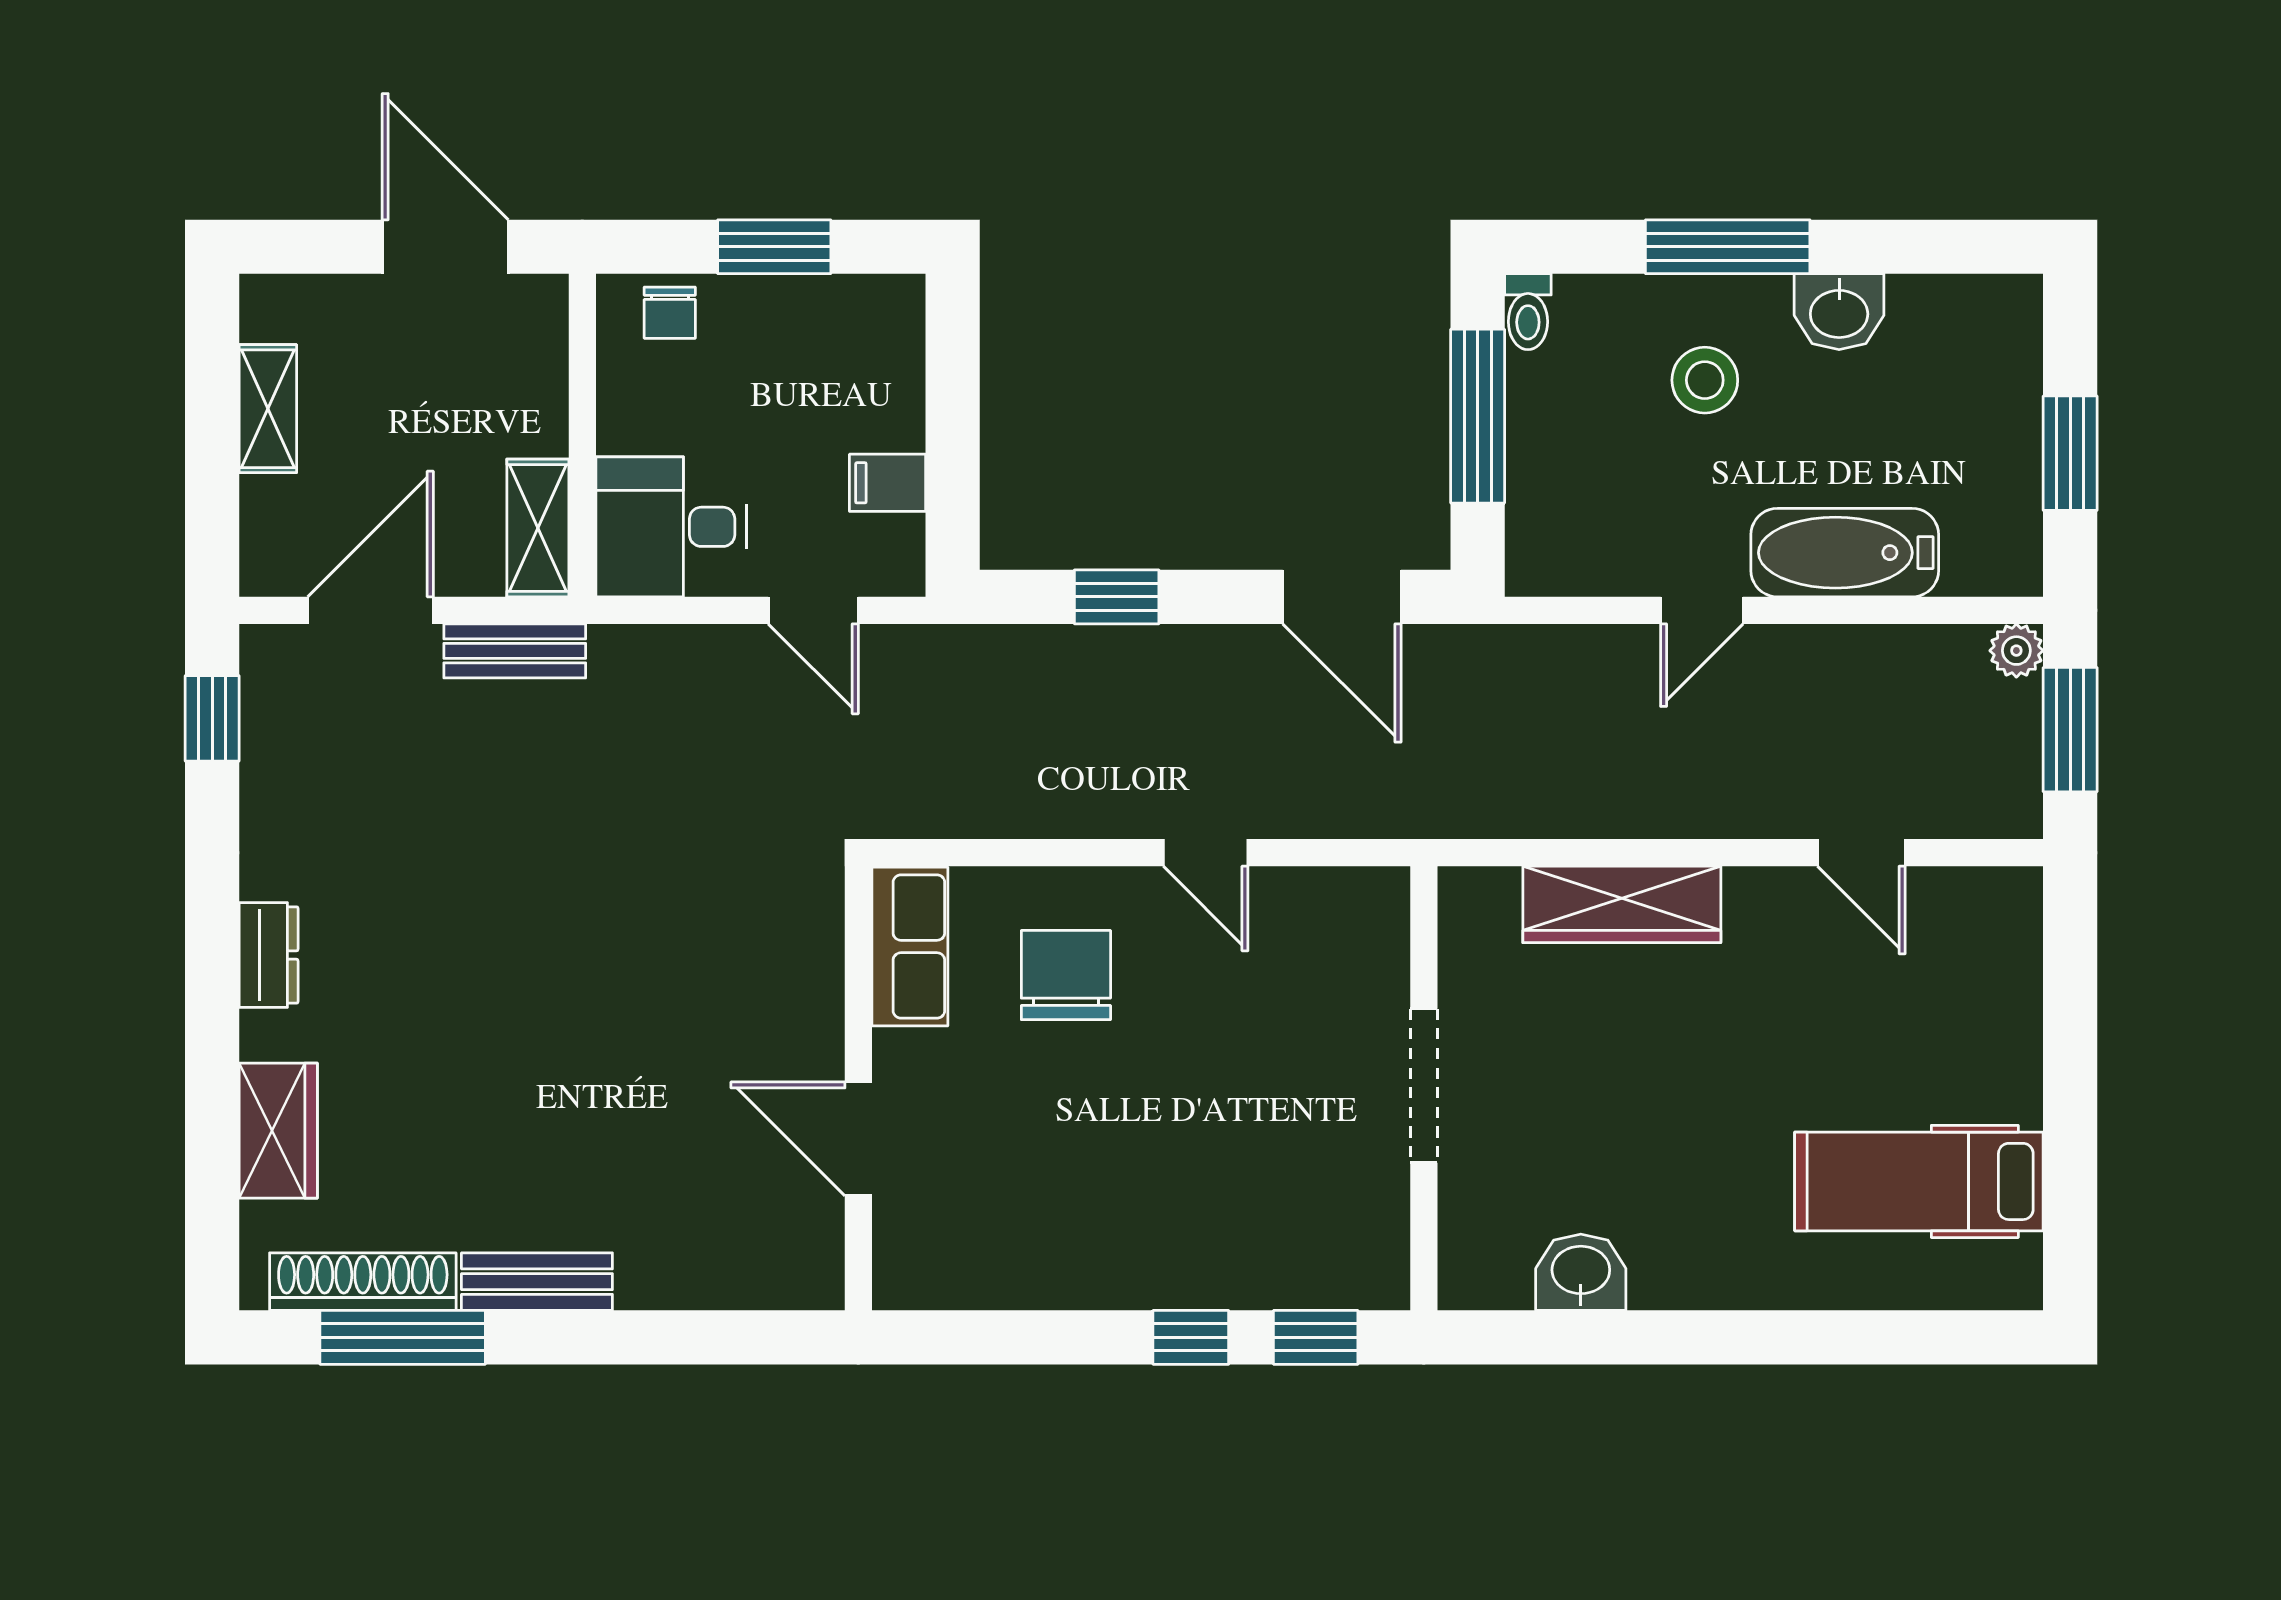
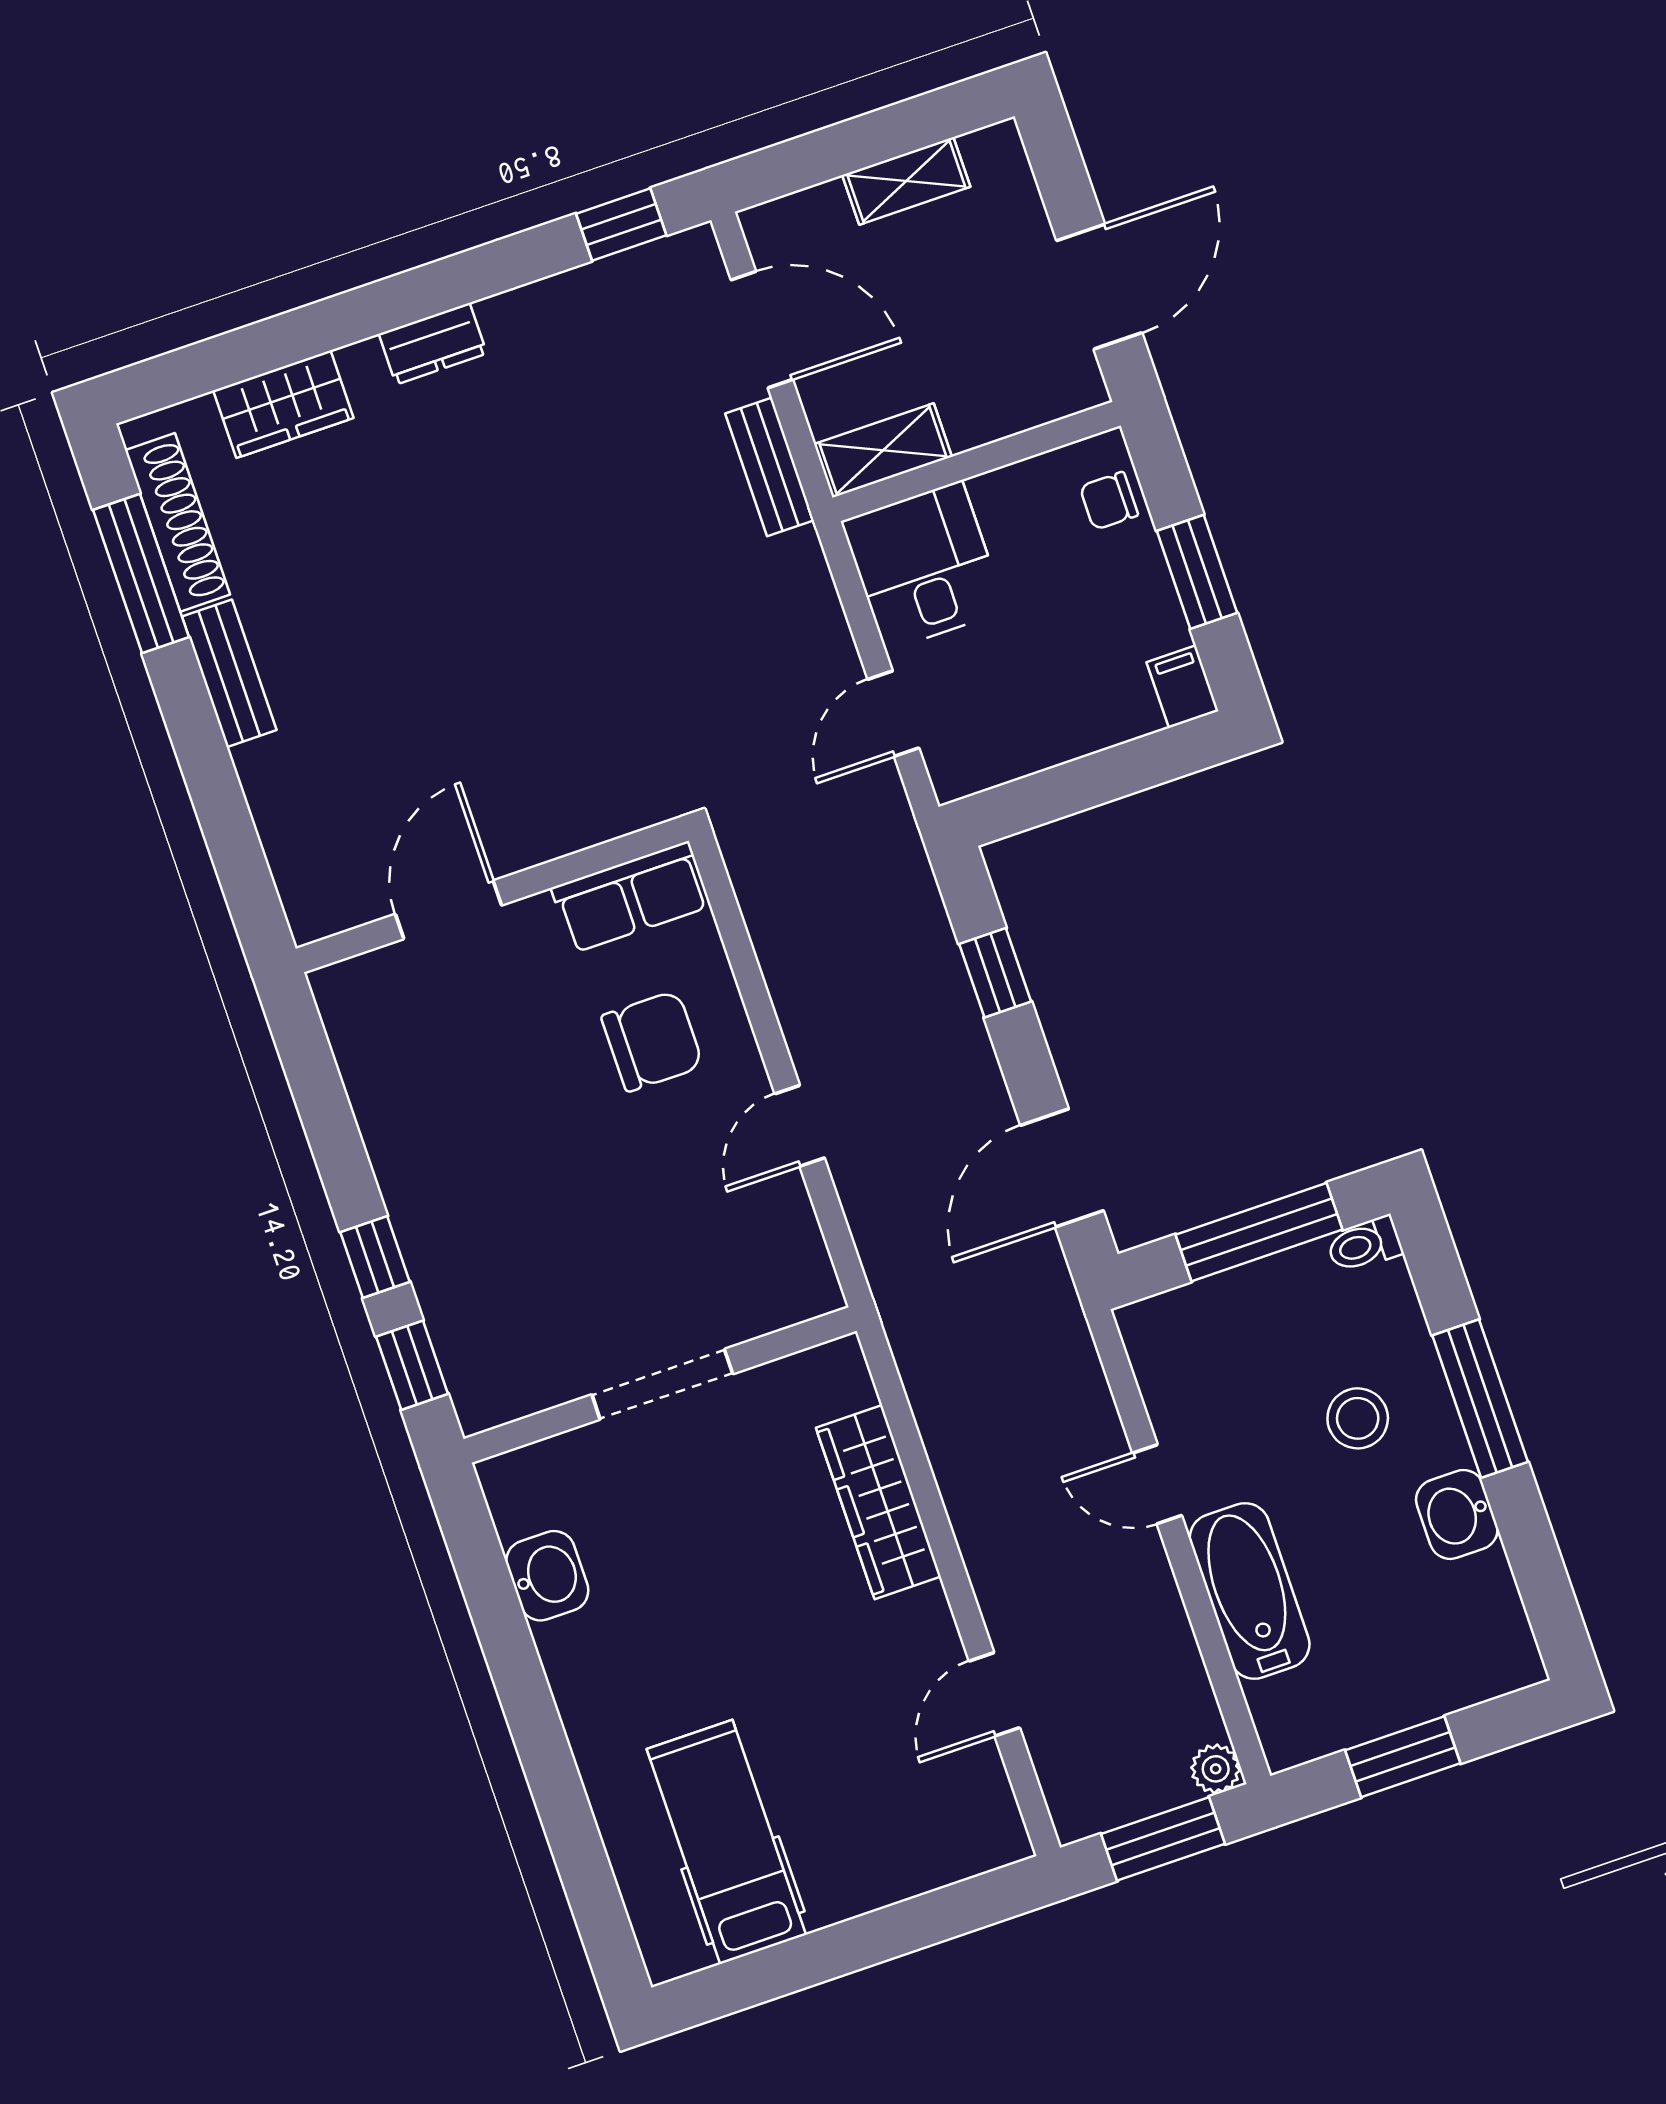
filing cabinet: (888, 483) -> (1183, 687), moved

